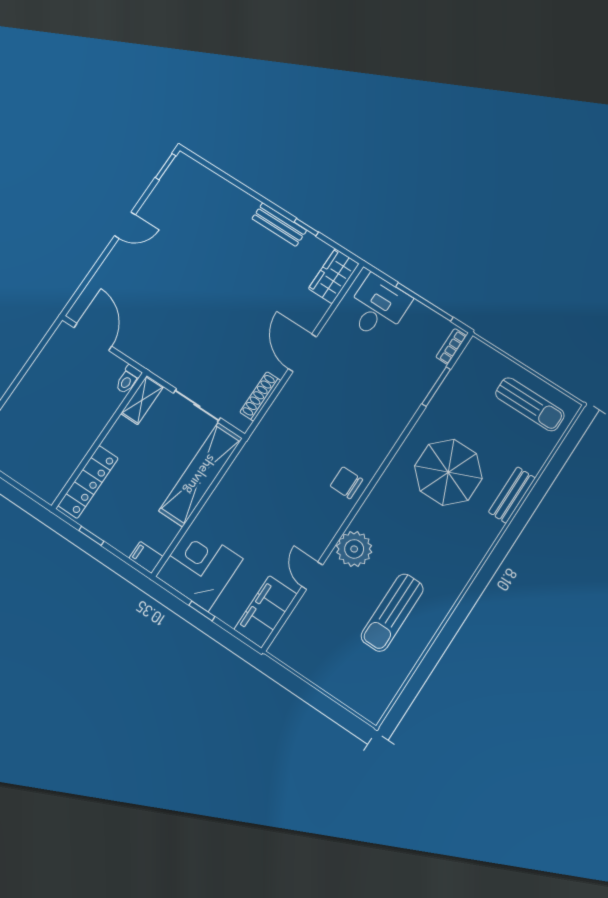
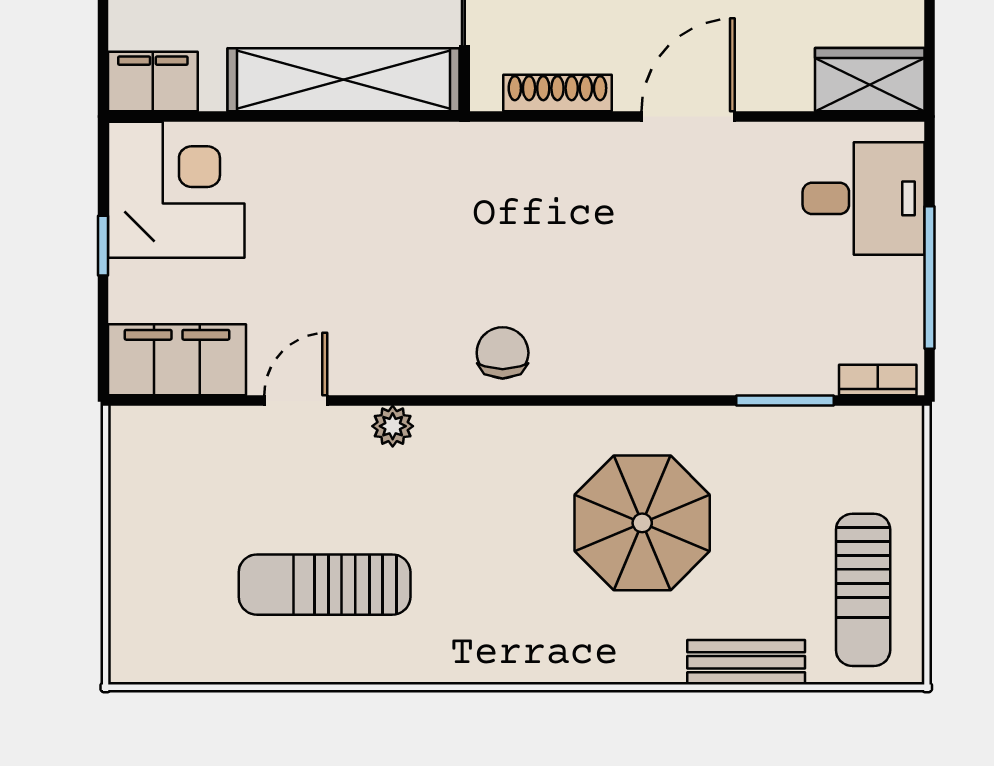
bench: (512, 495) -> (746, 662), moved
plant: (354, 549) -> (393, 426), width x0.53, depth x0.53
filing cabinet: (146, 557) -> (153, 82), width x2.00

